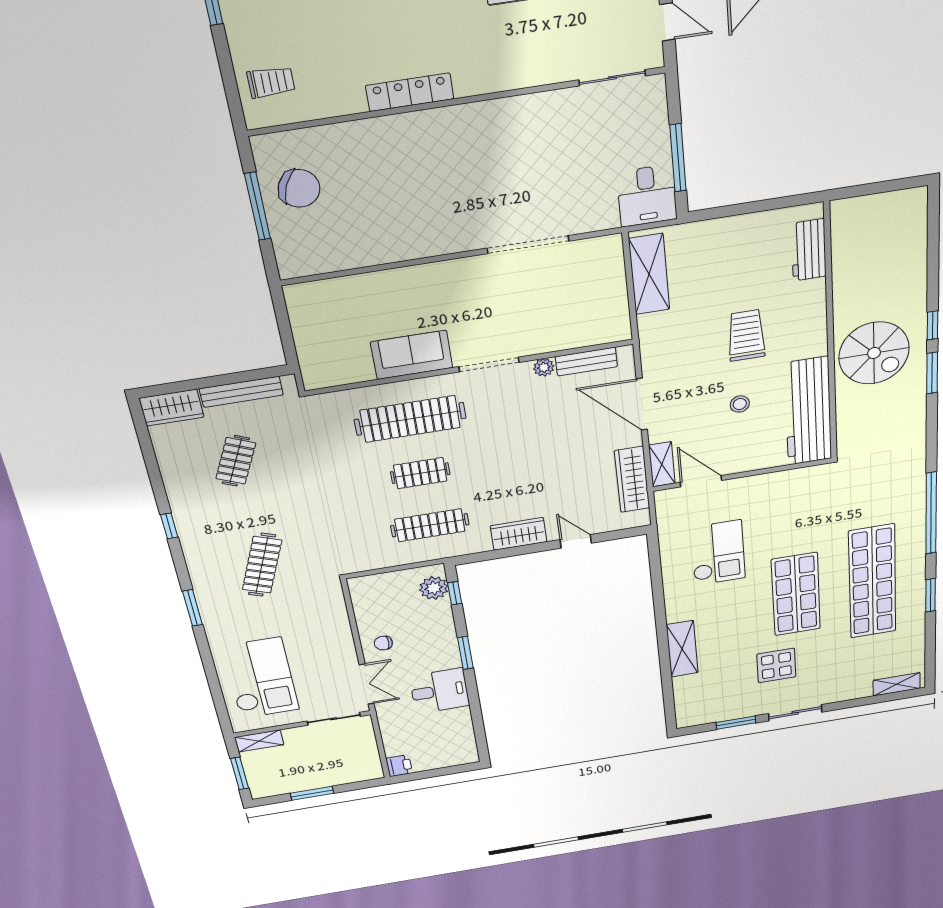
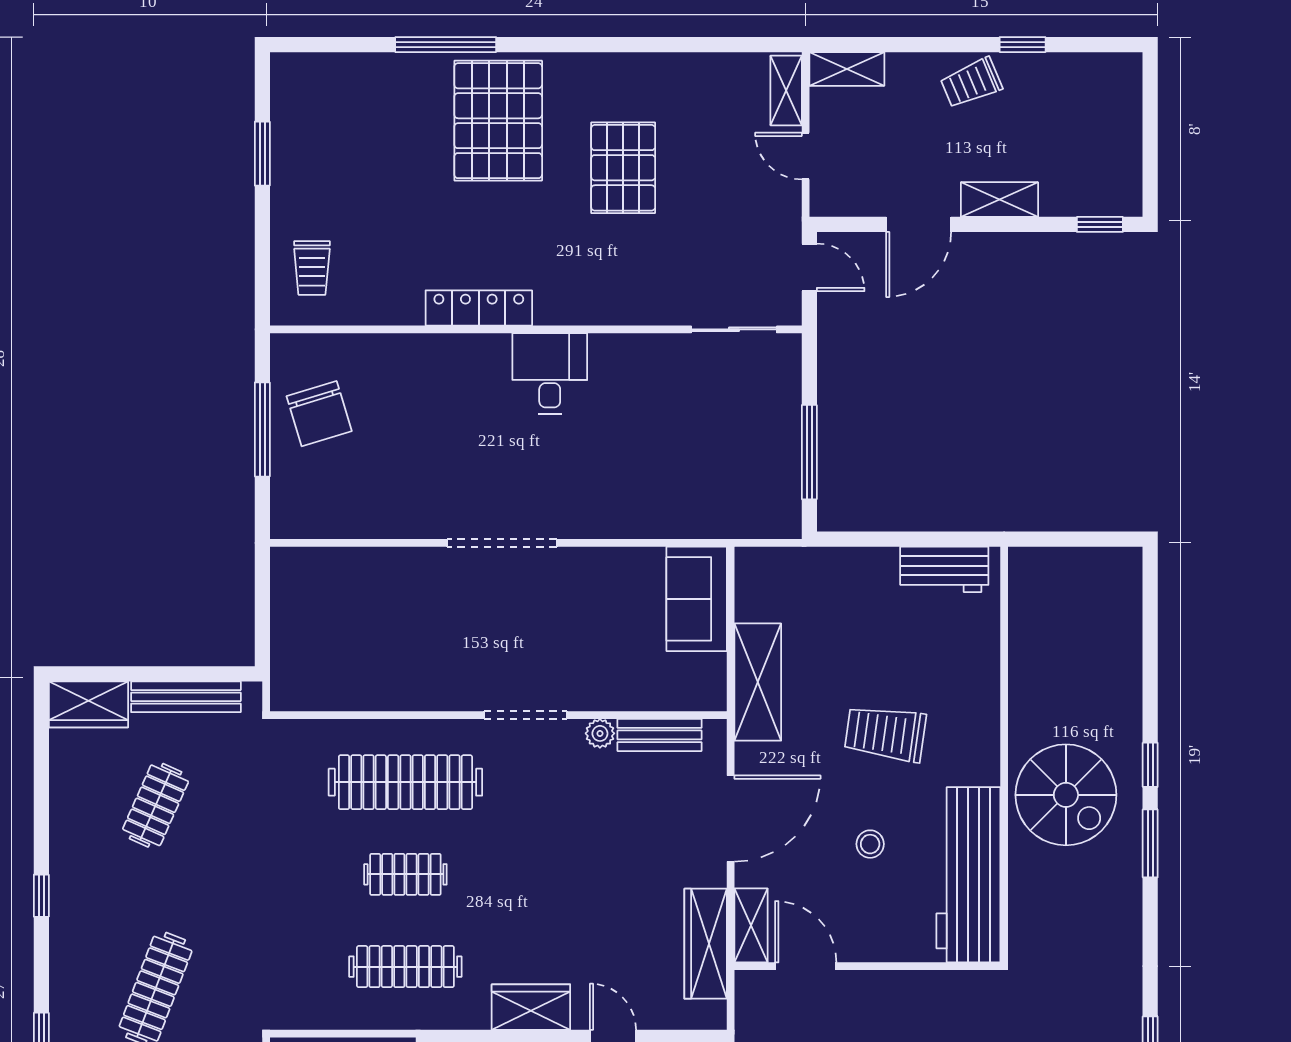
trolley: (271, 82) -> (312, 268), turned 90
chair: (299, 188) -> (319, 414), turned 50
desk: (647, 196) -> (550, 373), moved, turned 180
doorway: (528, 245) -> (502, 543), moved
workbench: (809, 250) -> (944, 569), moved, turned -90
shelving: (649, 274) -> (758, 682), moved
trolley: (746, 335) -> (885, 733), turned -82
sofa: (412, 355) -> (697, 599), moved, turned -90
door: (642, 404) -> (731, 819), swing flipped

